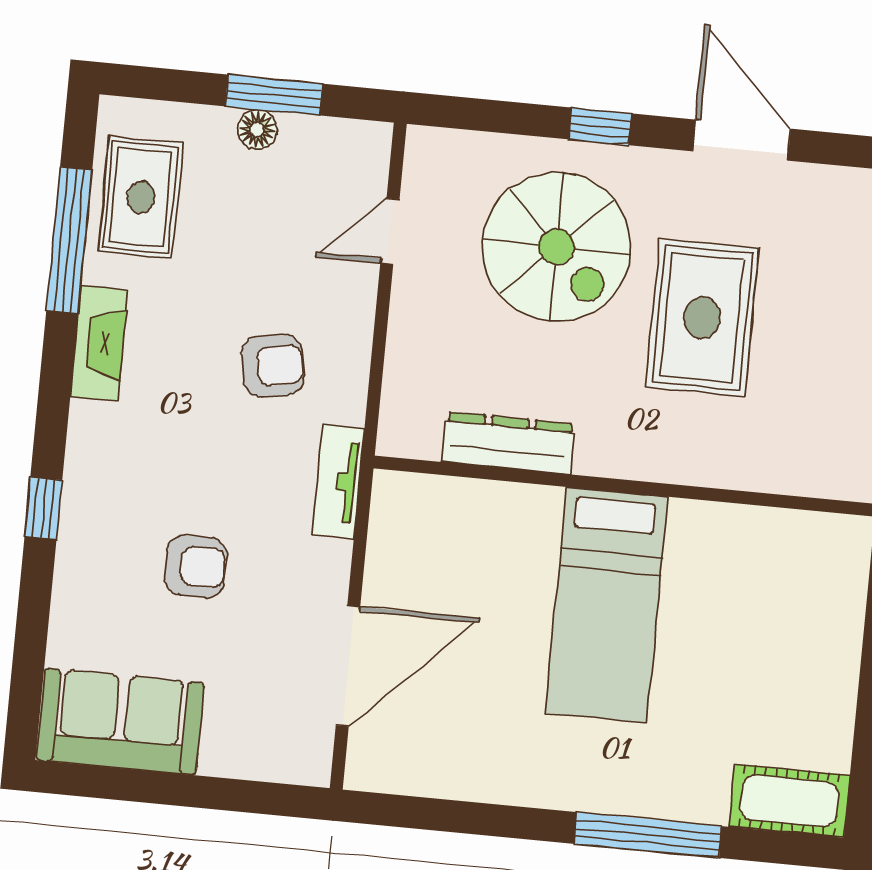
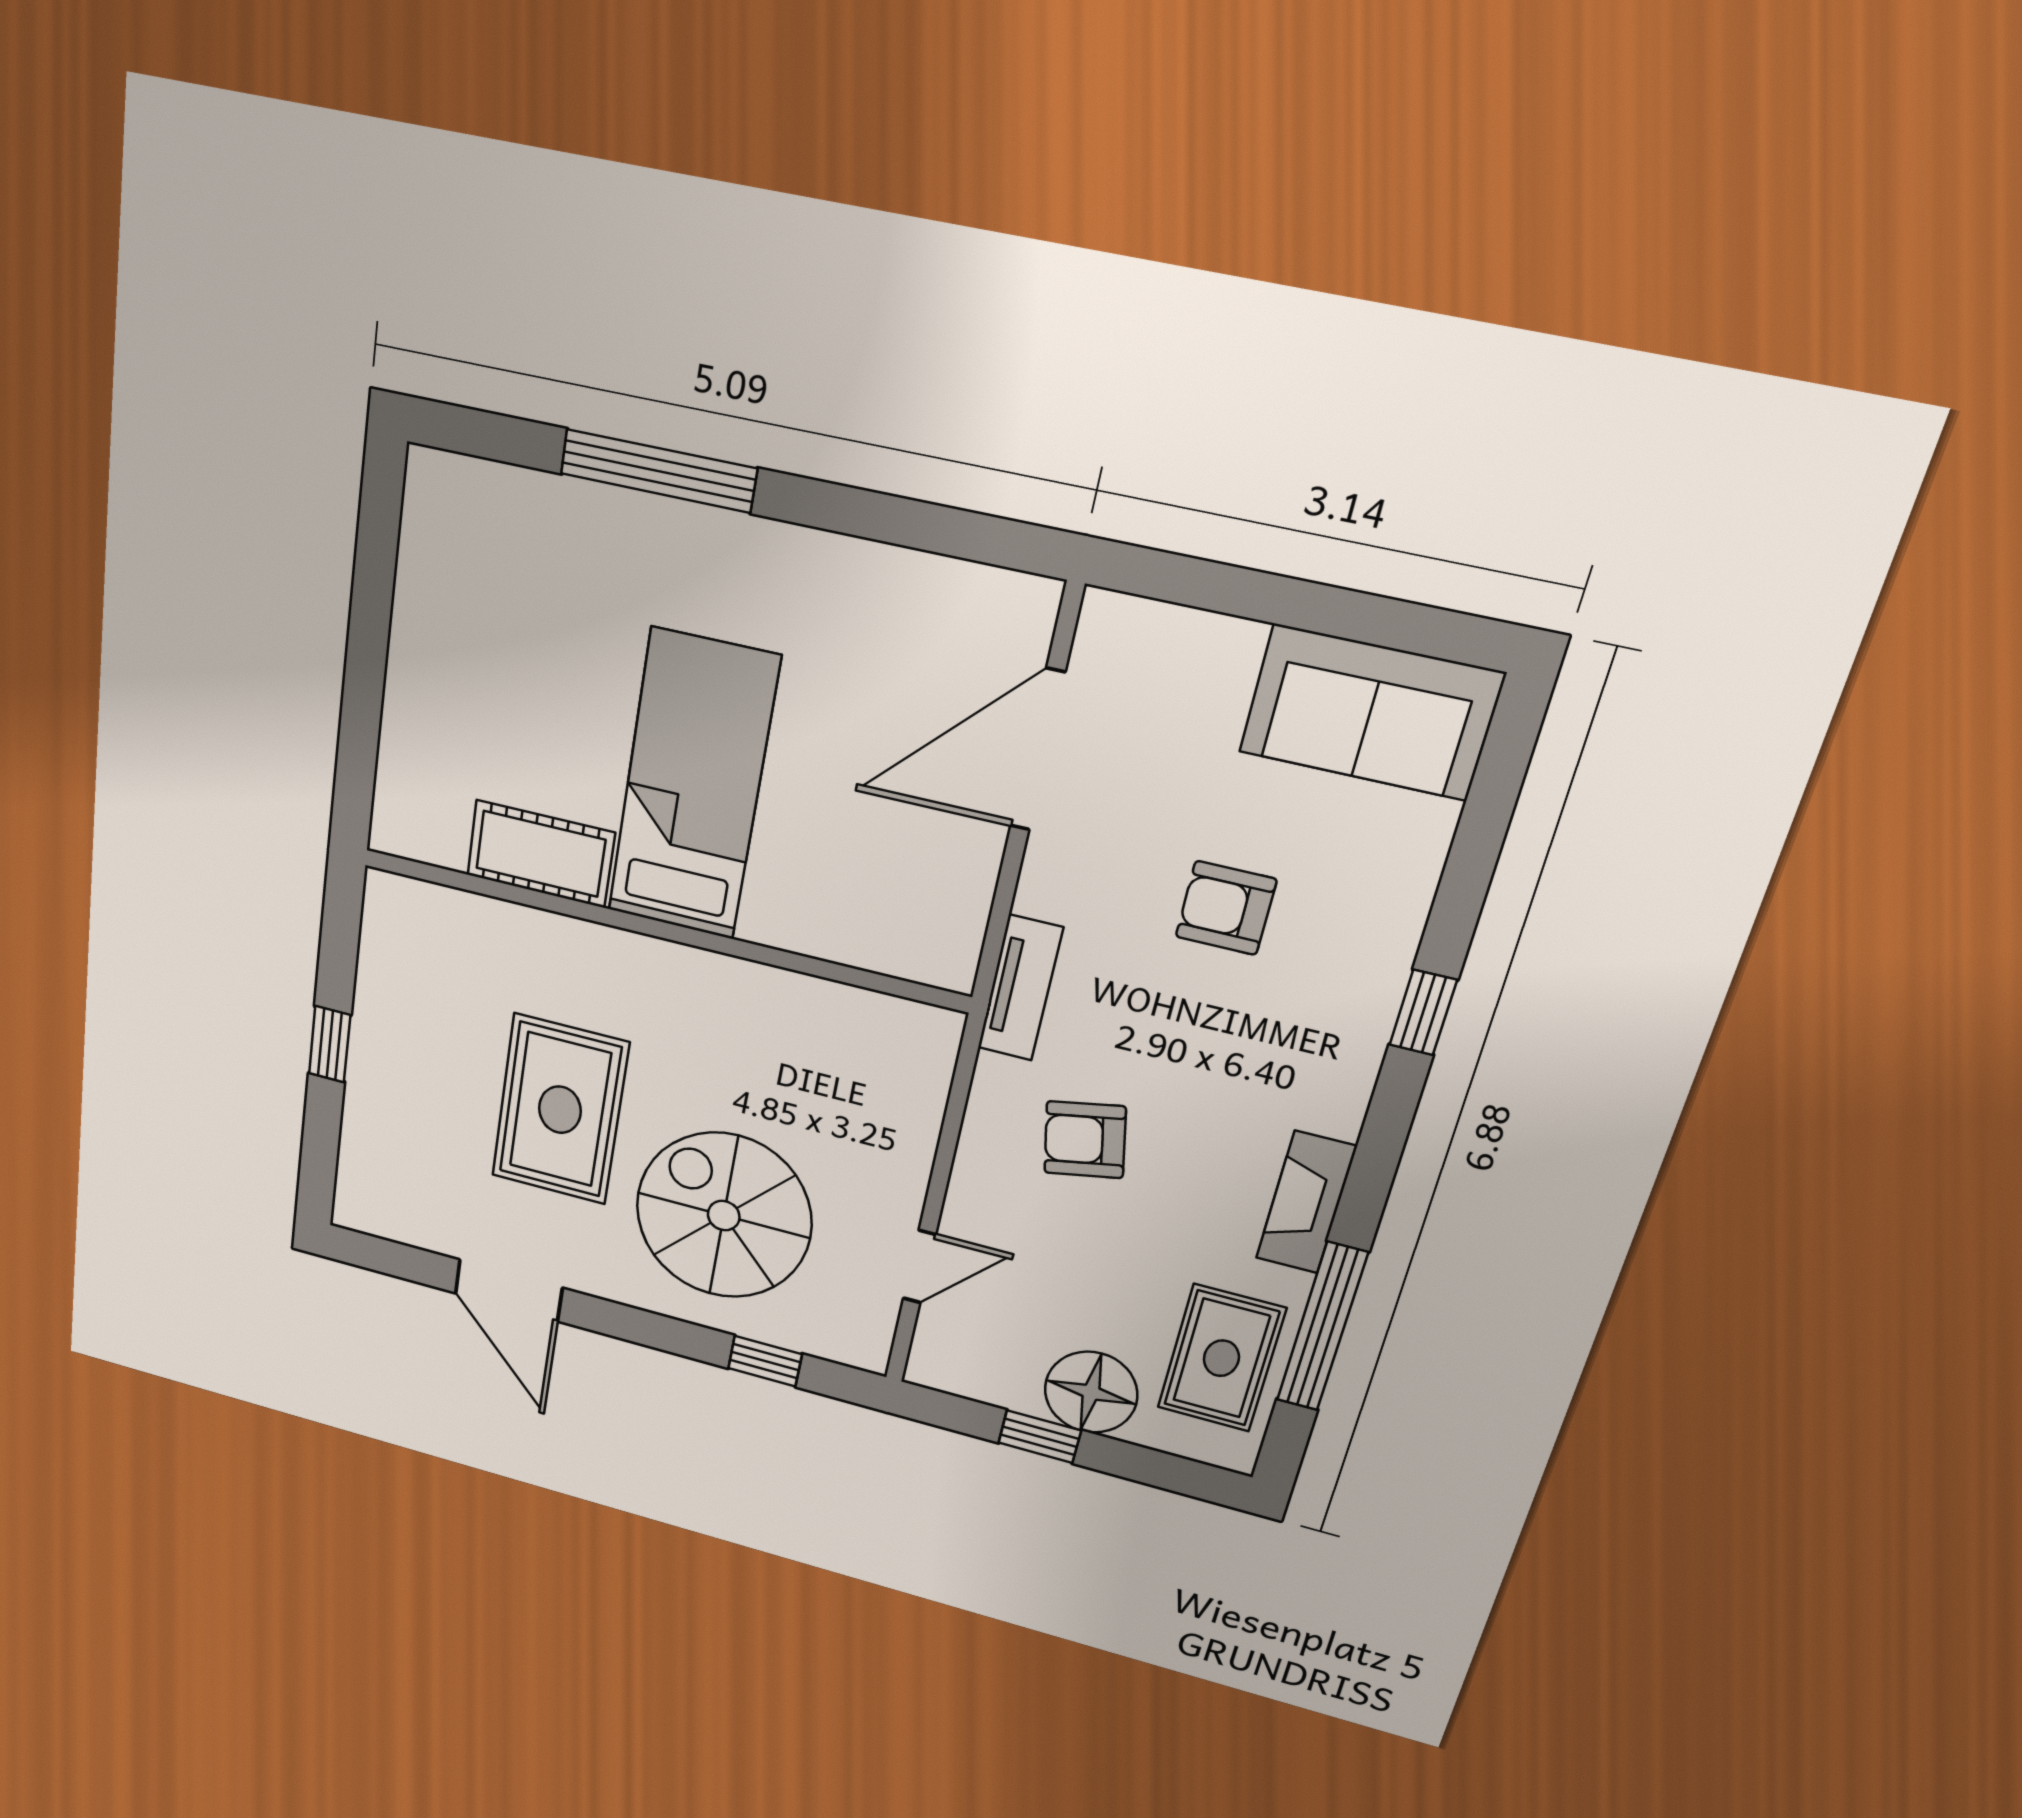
window: (274, 95) -> (1040, 1437), width x0.67
window: (600, 126) -> (765, 1361), moved
floor lamp: (257, 129) -> (1091, 1392), width x1.89, depth x1.89
dresser: (508, 443) -> (800, 1002), removed
cot: (789, 801) -> (541, 854), moved

